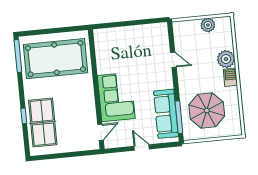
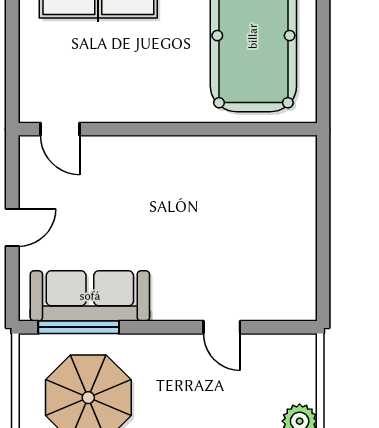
door: (173, 60) -> (222, 327), hinge flipped
corner sofa: (116, 97) -> (144, 177), removed

